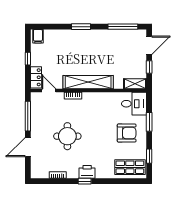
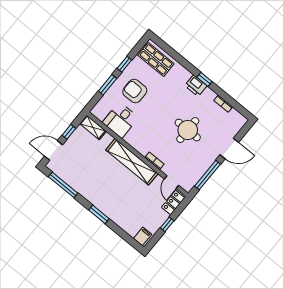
desk: (134, 104) -> (120, 120), moved, turned -90
window: (149, 156) -> (124, 64), moved

